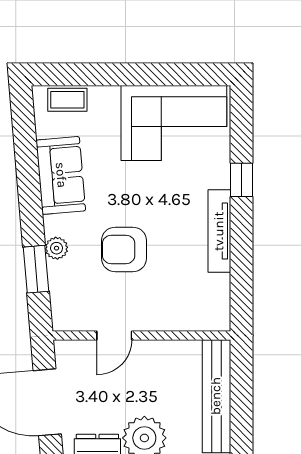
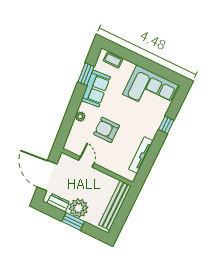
tv unit: (219, 231) -> (141, 155), moved
window: (36, 269) -> (86, 74), moved
door: (114, 335) -> (86, 162), swing flipped

